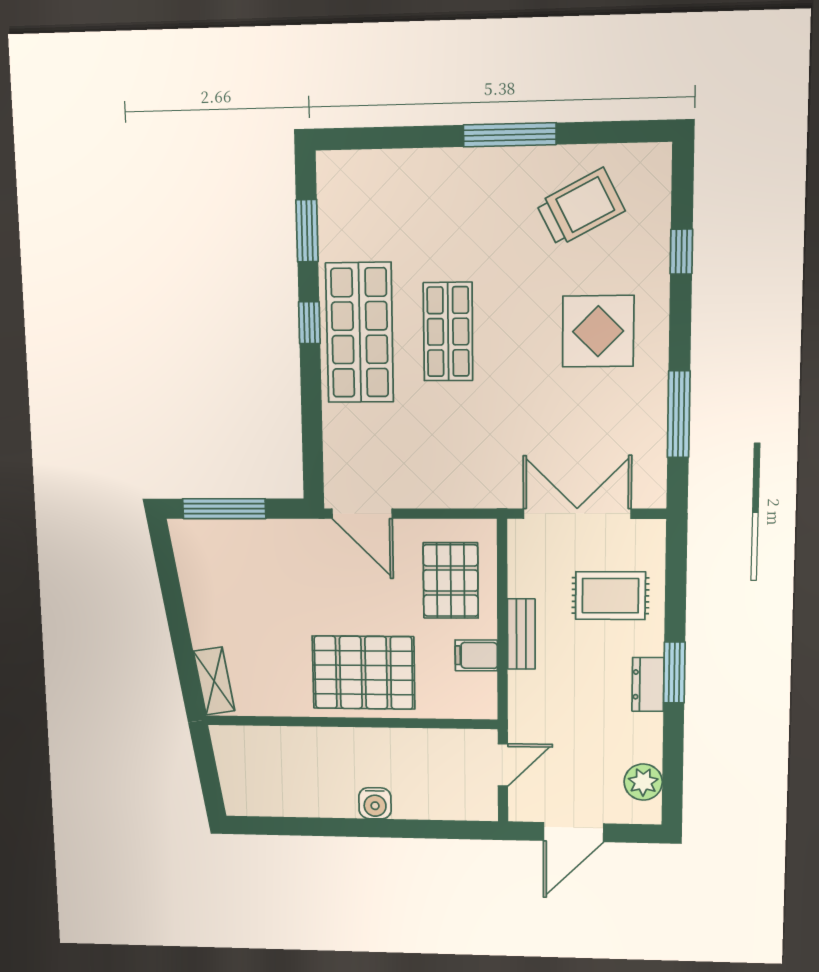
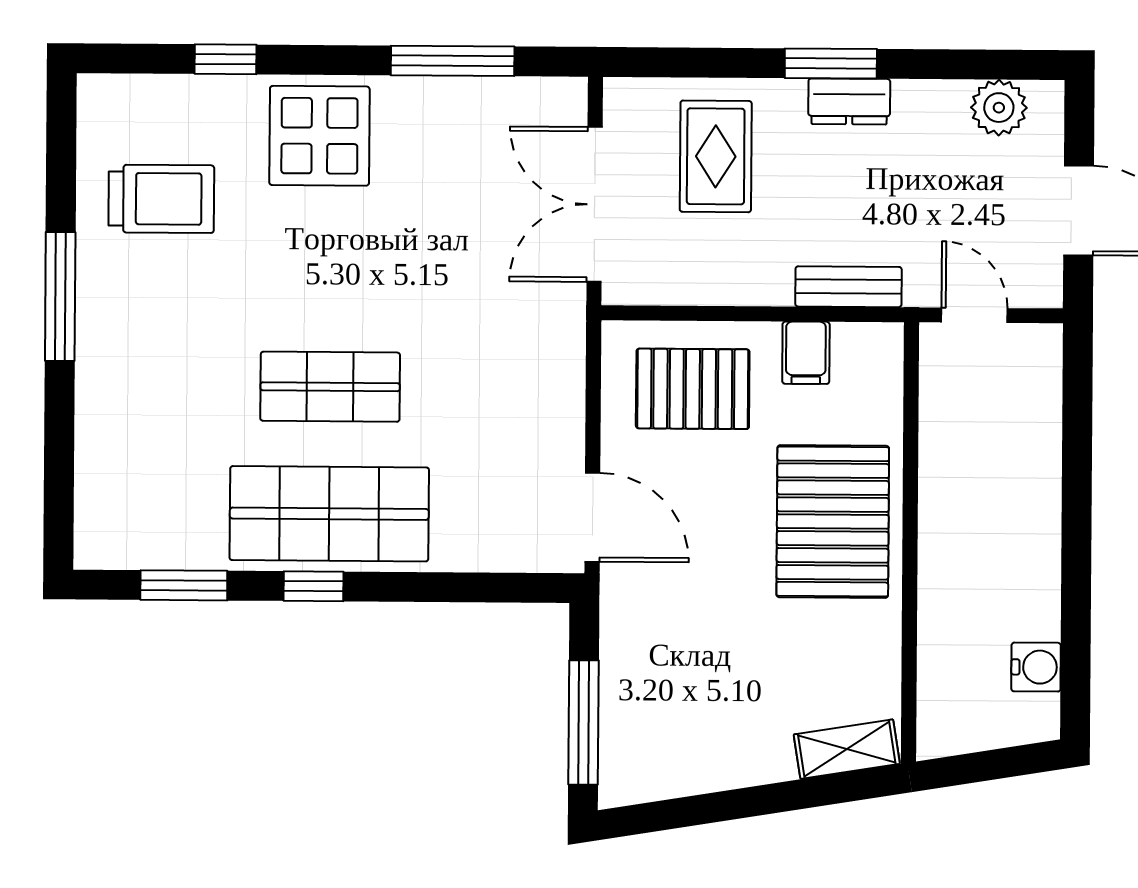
trolley: (580, 207) -> (161, 199), turned 117
display table: (598, 331) -> (319, 136), moved
door: (362, 514) -> (592, 517), hinge flipped
bench: (521, 634) -> (848, 287), moved
water cooler: (375, 803) -> (1036, 667), moved

